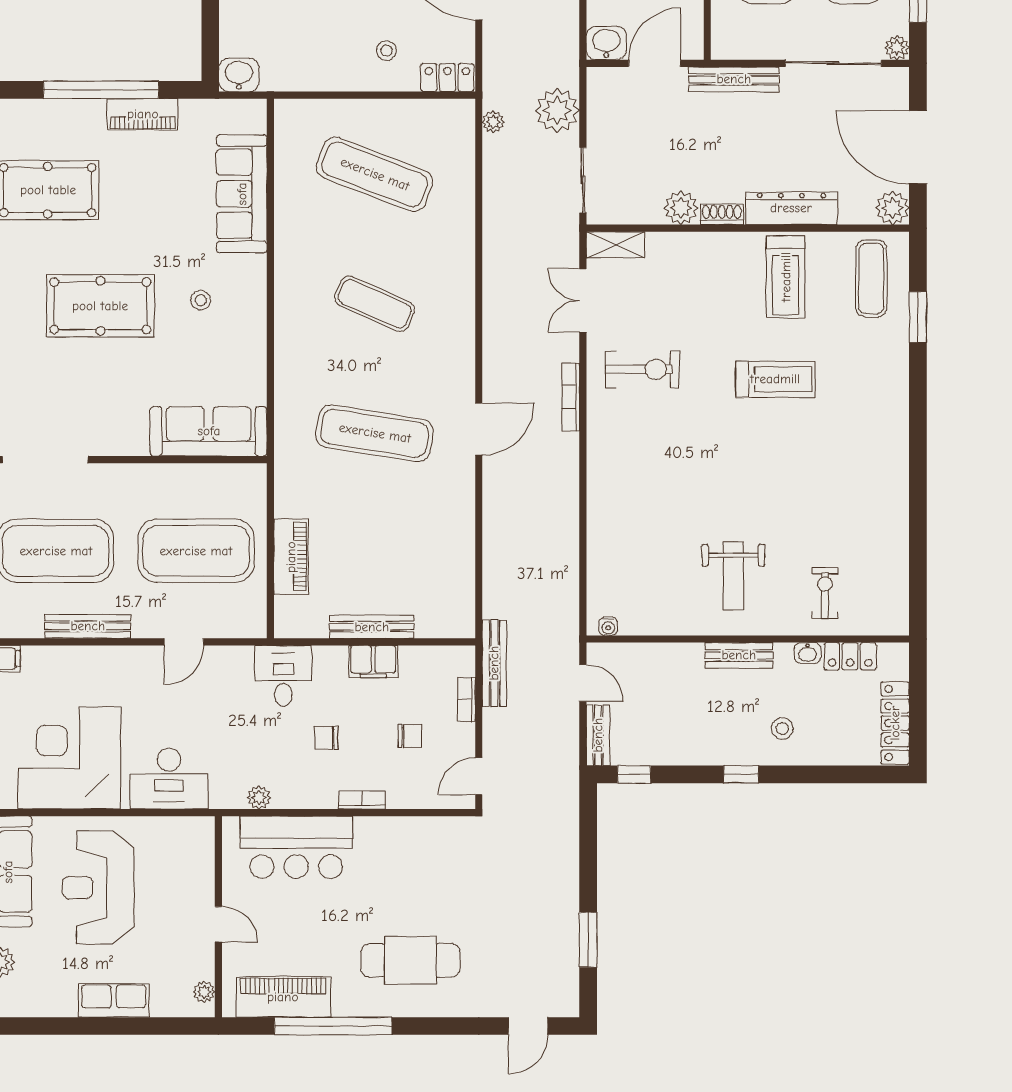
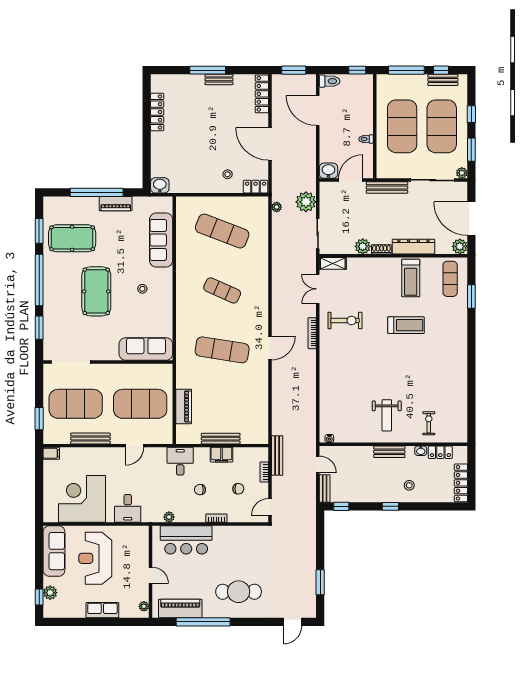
pool table: (100, 306) -> (96, 291), turned 90
desk: (169, 779) -> (128, 508), width x0.73

